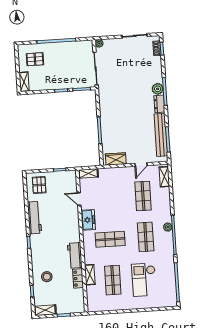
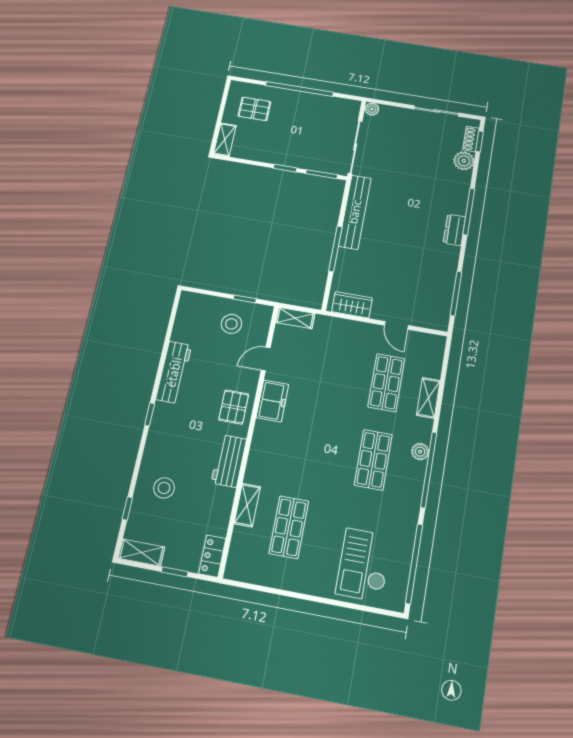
plant: (158, 89) -> (464, 161), moved
bench: (161, 135) -> (355, 212), moved
door: (141, 164) -> (396, 325), hinge flipped
shelving: (164, 177) -> (428, 398), moved
pallet: (39, 185) -> (234, 407), moved
stool: (56, 185) -> (231, 324), added
door: (79, 199) -> (266, 359), hinge flipped
shop shelf: (110, 239) -> (304, 447), removed
locker: (78, 278) -> (212, 556), moved
checkout: (144, 280) -> (364, 565), moved

